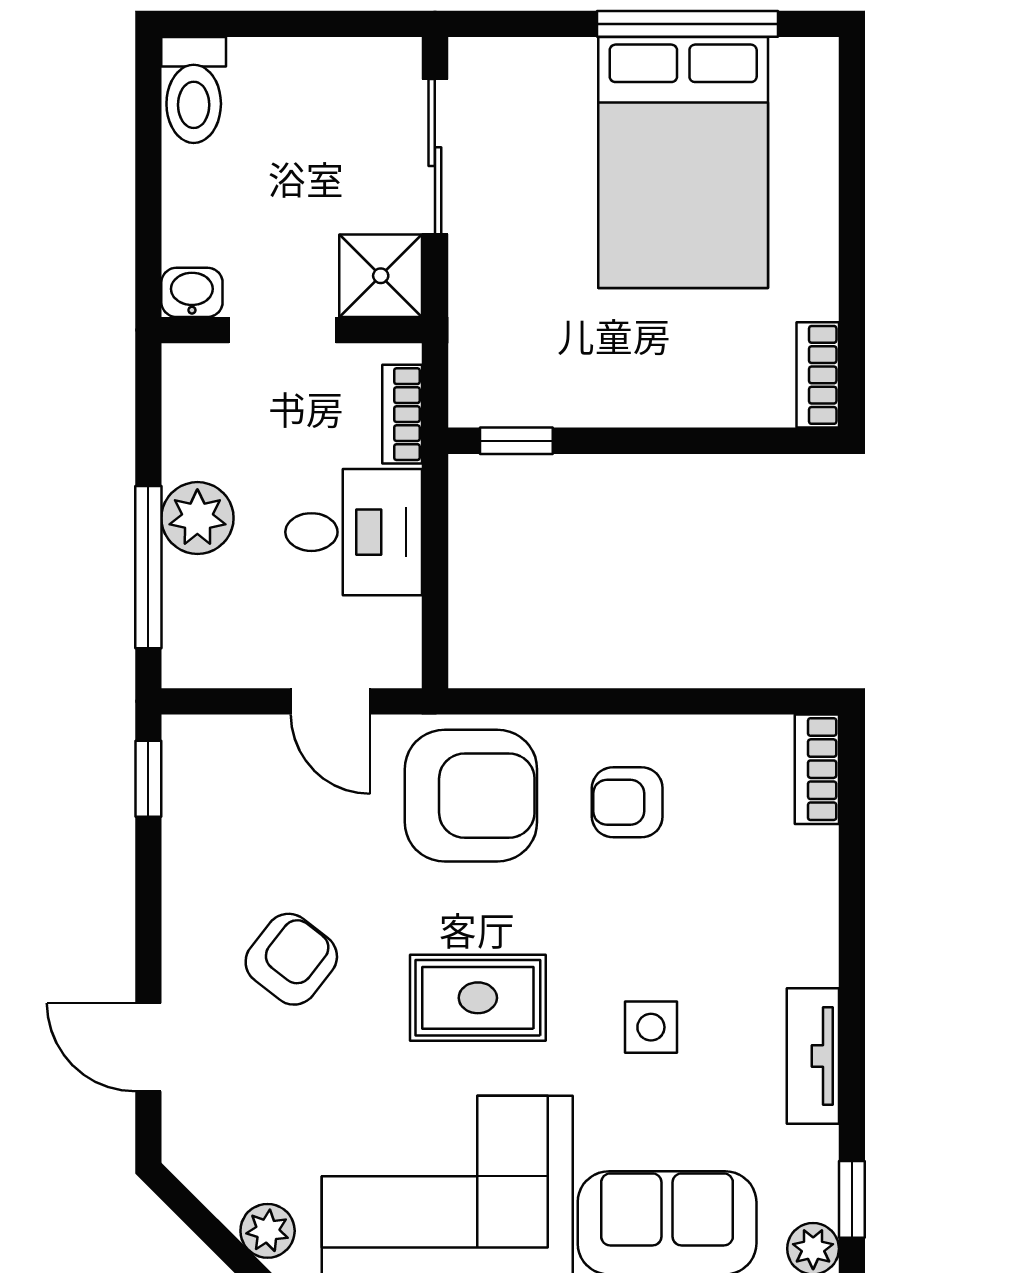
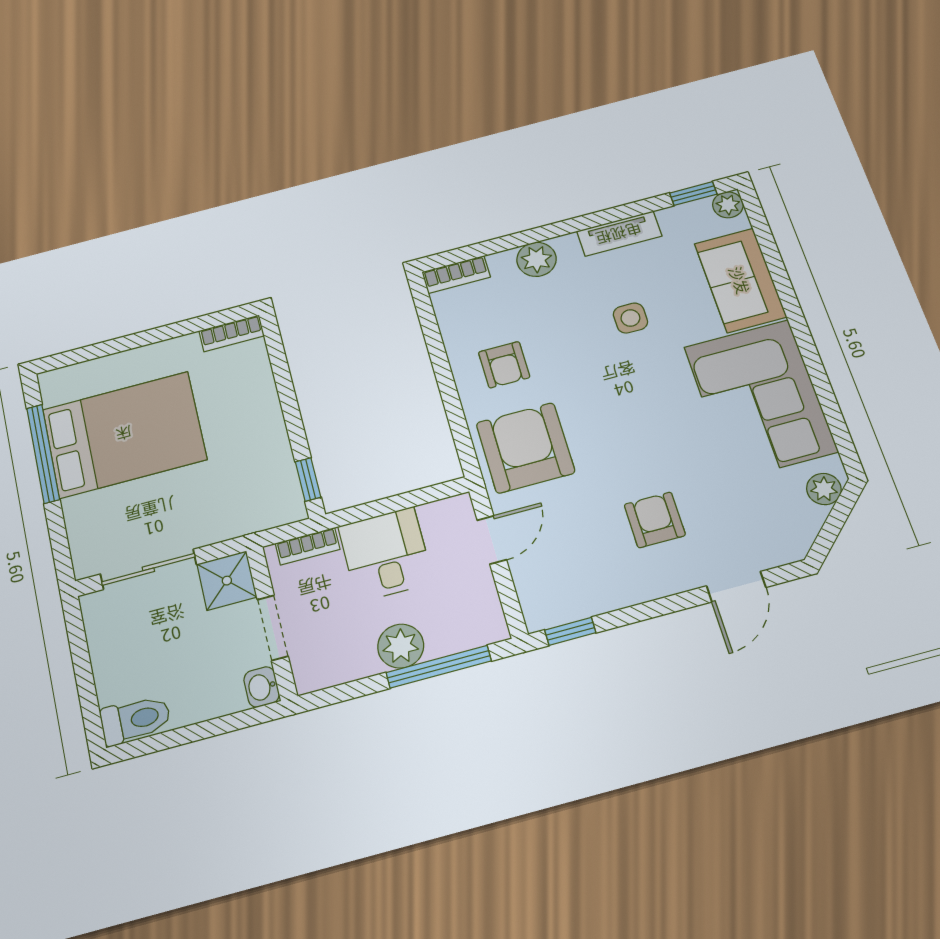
plant: (805, 908) -> (537, 259), added
armchair: (291, 959) -> (655, 520), turned 52
rug: (478, 998) -> (644, 412), removed

